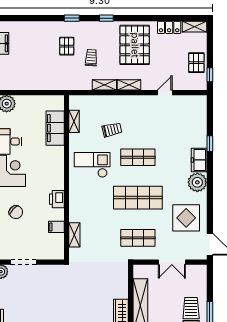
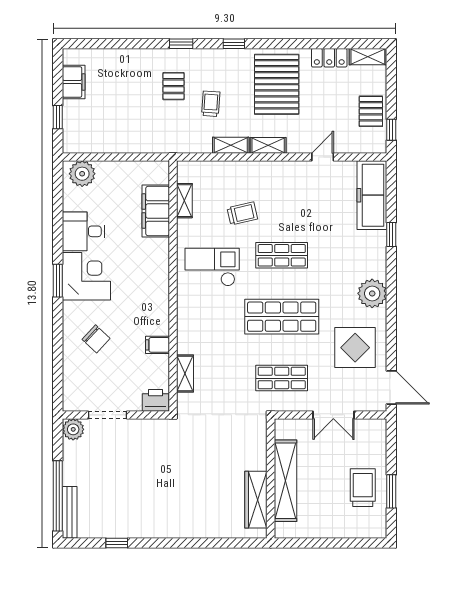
freezer: (199, 160) -> (372, 195), moved, width x1.91, depth x1.26
printer: (57, 199) -> (156, 400), moved, turned 90
filing cabinet: (56, 227) -> (158, 345), moved

